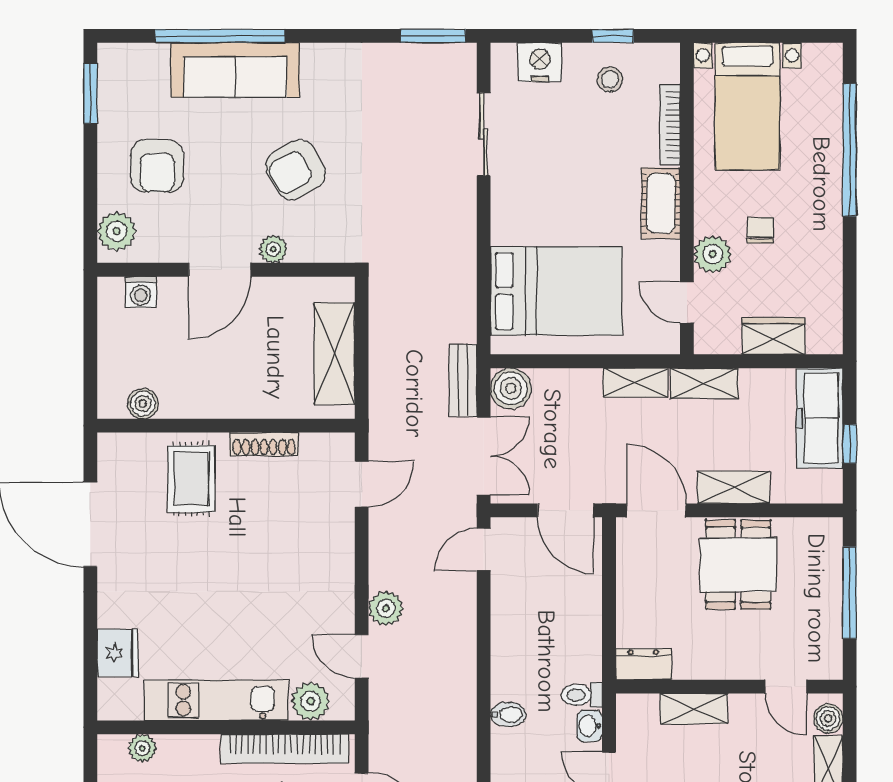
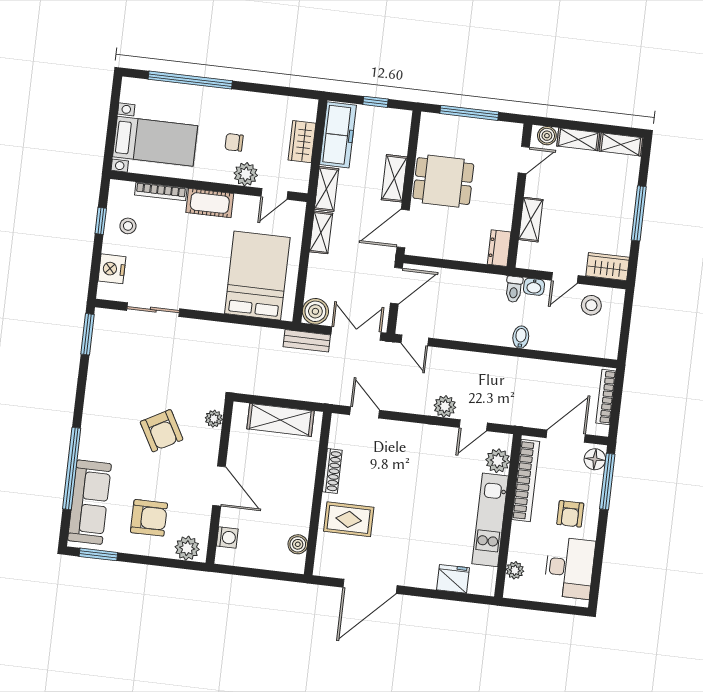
sofa: (235, 70) -> (89, 502), moved
plant: (273, 249) -> (214, 419), moved
freezer: (820, 418) -> (338, 135), moved, turned -90

